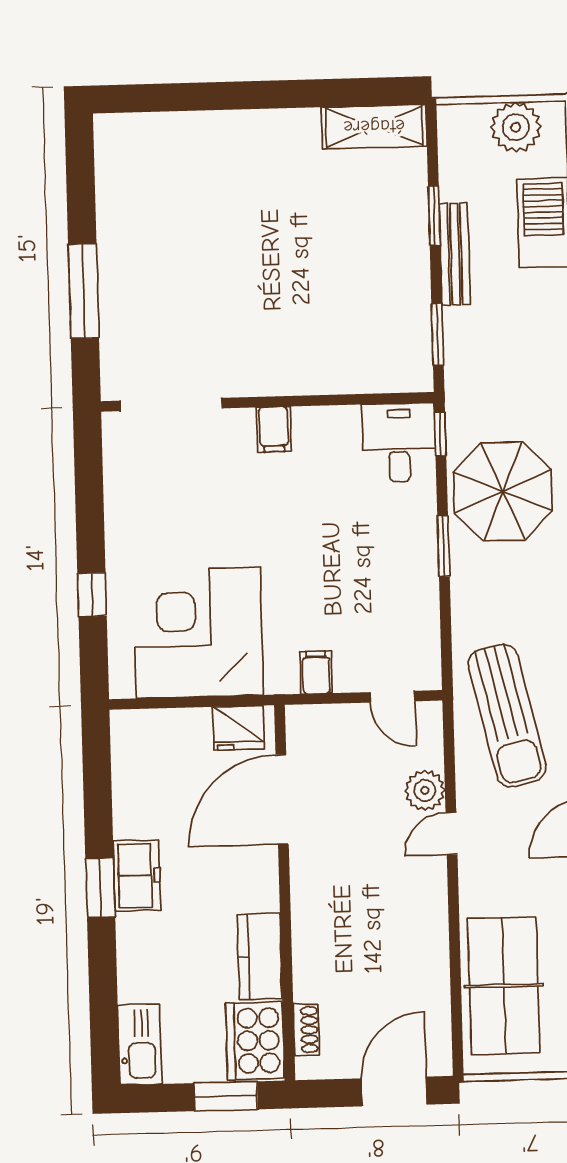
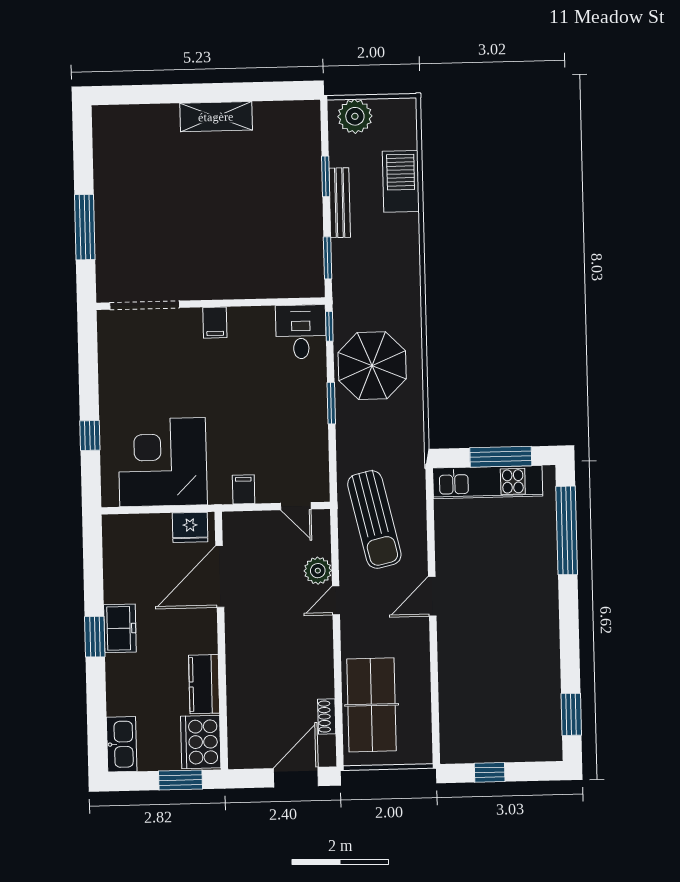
shelving: (374, 127) -> (216, 117), moved
plant: (516, 127) -> (355, 116), moved
shoe rack: (306, 1030) -> (327, 717), moved, turned 180

